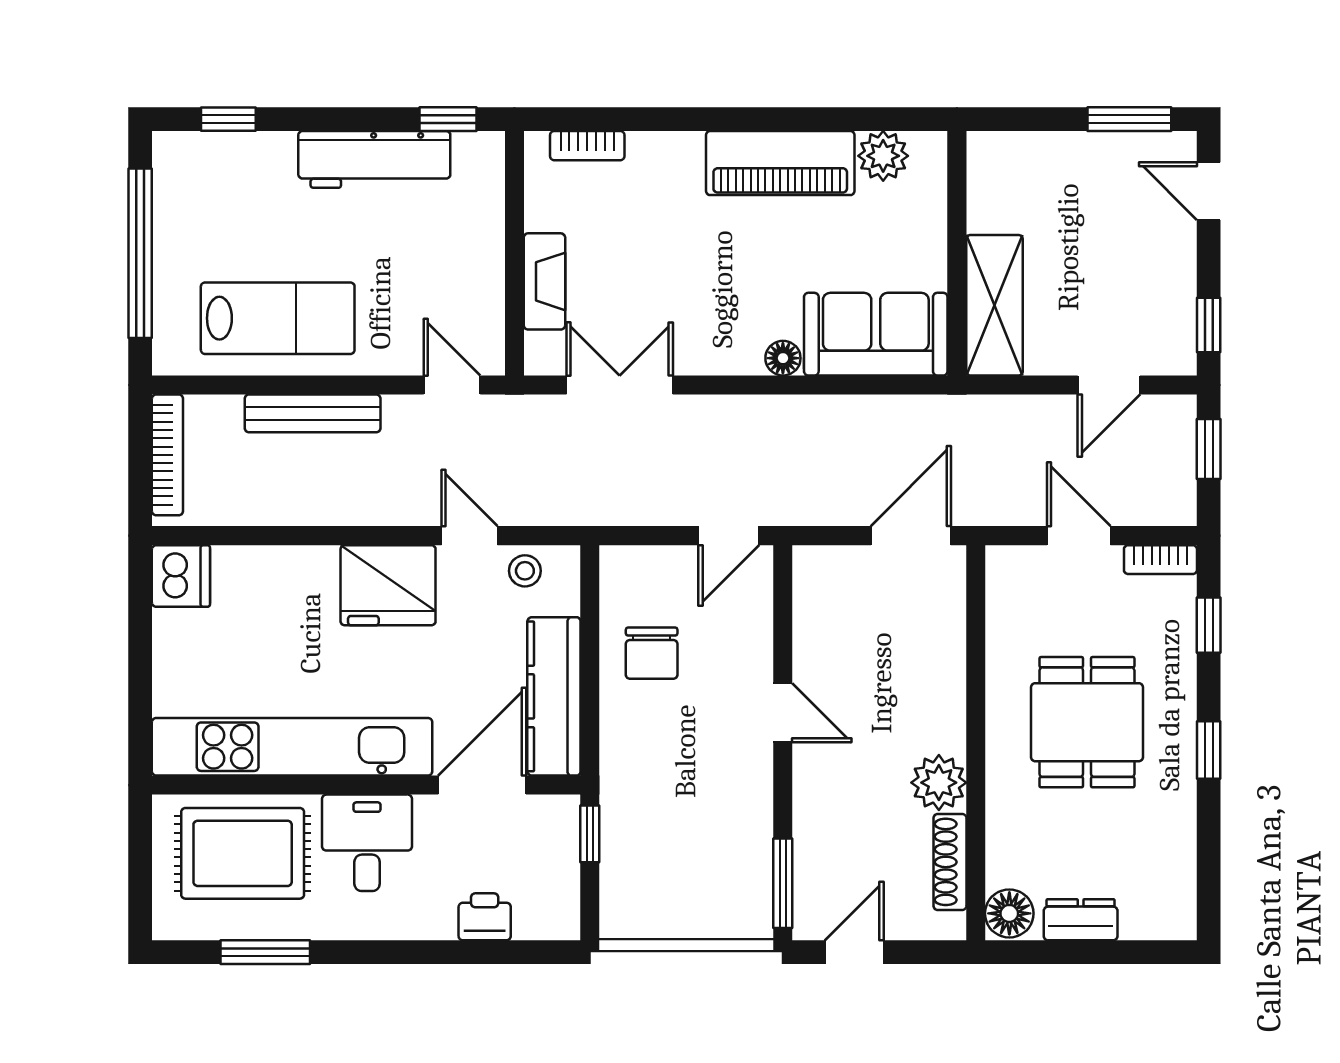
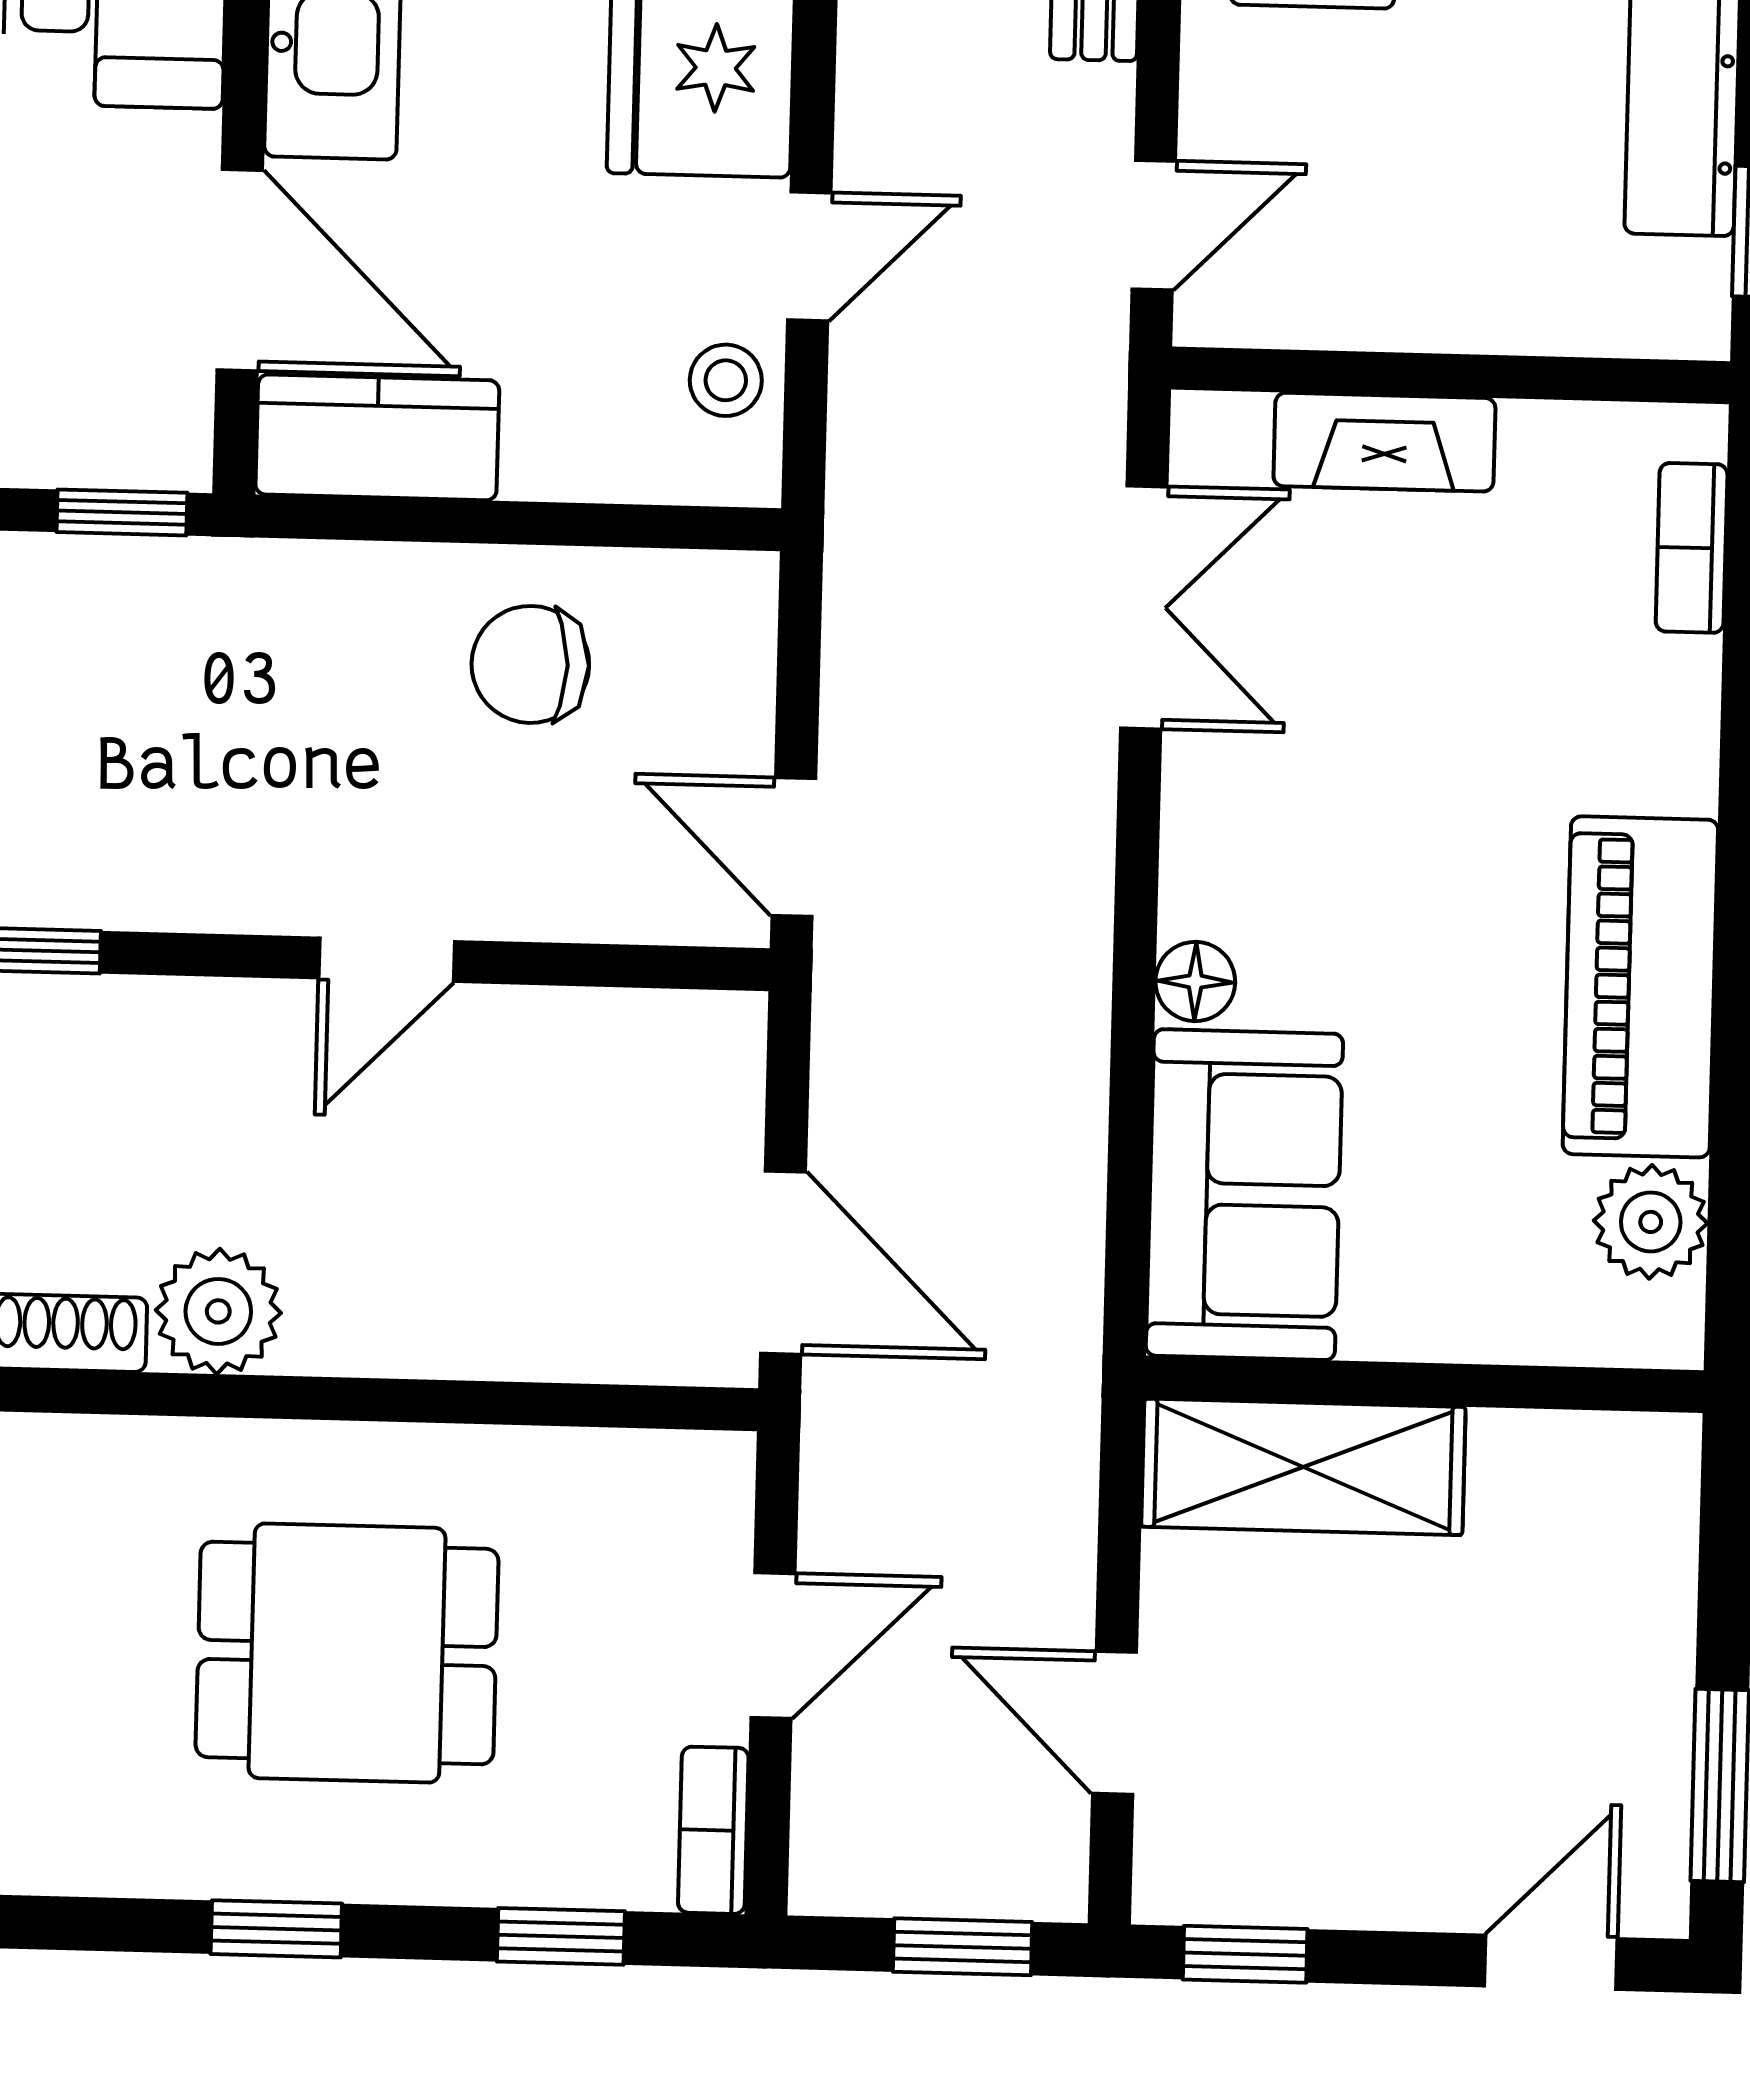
kitchen counter: (554, 696) -> (377, 437), width x0.67

